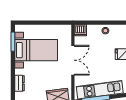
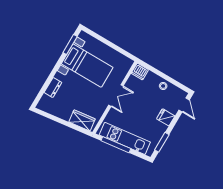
double door: (73, 60) -> (116, 96), width x0.73

